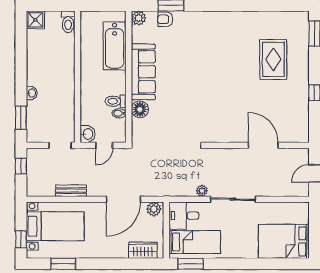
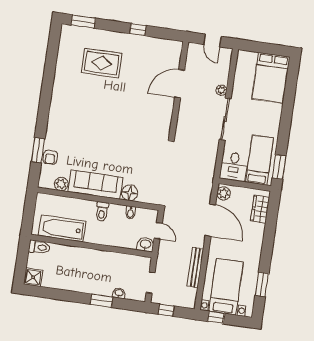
plant: (139, 18) -> (61, 184), moved
bathtub: (115, 46) -> (62, 228), moved, turned 180
washbasin: (32, 93) -> (119, 293), moved
toilet: (116, 101) -> (102, 212), moved
window: (21, 118) -> (101, 301), moved
doorway: (60, 145) -> (151, 283), moved
bench: (71, 191) -> (195, 267), width x1.36
plant: (202, 191) -> (221, 90), moved
window: (21, 239) -> (216, 317), moved

